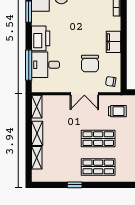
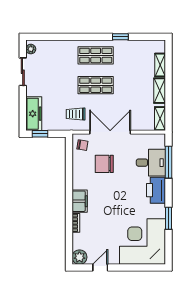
filing cabinet: (113, 42) -> (80, 201), moved
chair: (90, 64) -> (104, 164), turned -90
double door: (84, 94) -> (110, 132), width x1.37

